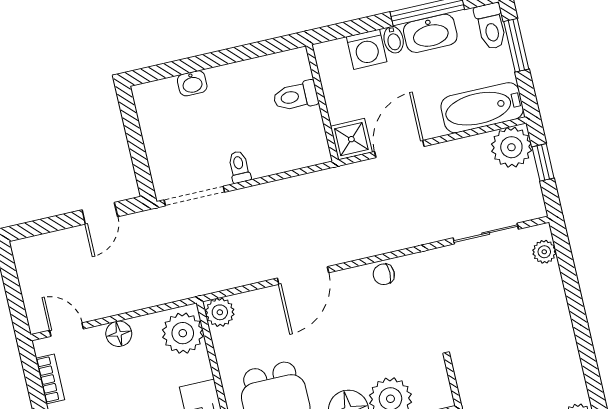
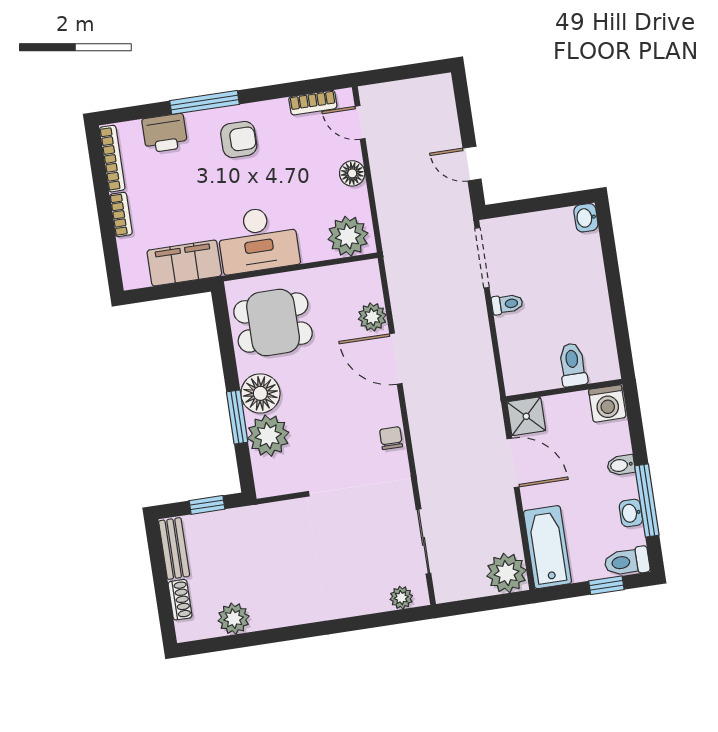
washbasin: (430, 33) -> (631, 513), width x0.52, depth x0.69
window: (516, 45) -> (606, 585), width x0.67
washing machine: (367, 49) -> (607, 403), moved, turned -90
washbasin: (192, 83) -> (586, 218), moved
window: (543, 162) -> (489, 603), removed
plant: (220, 312) -> (372, 317), moved
door: (67, 330) -> (360, 122), swing flipped

